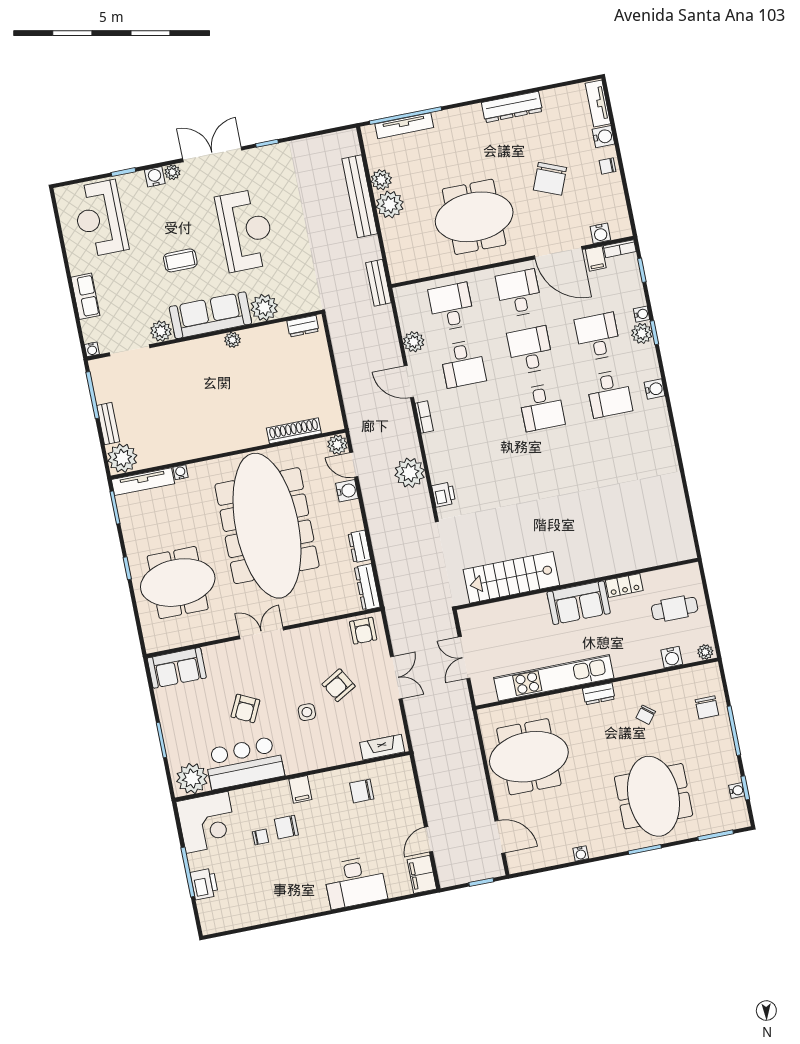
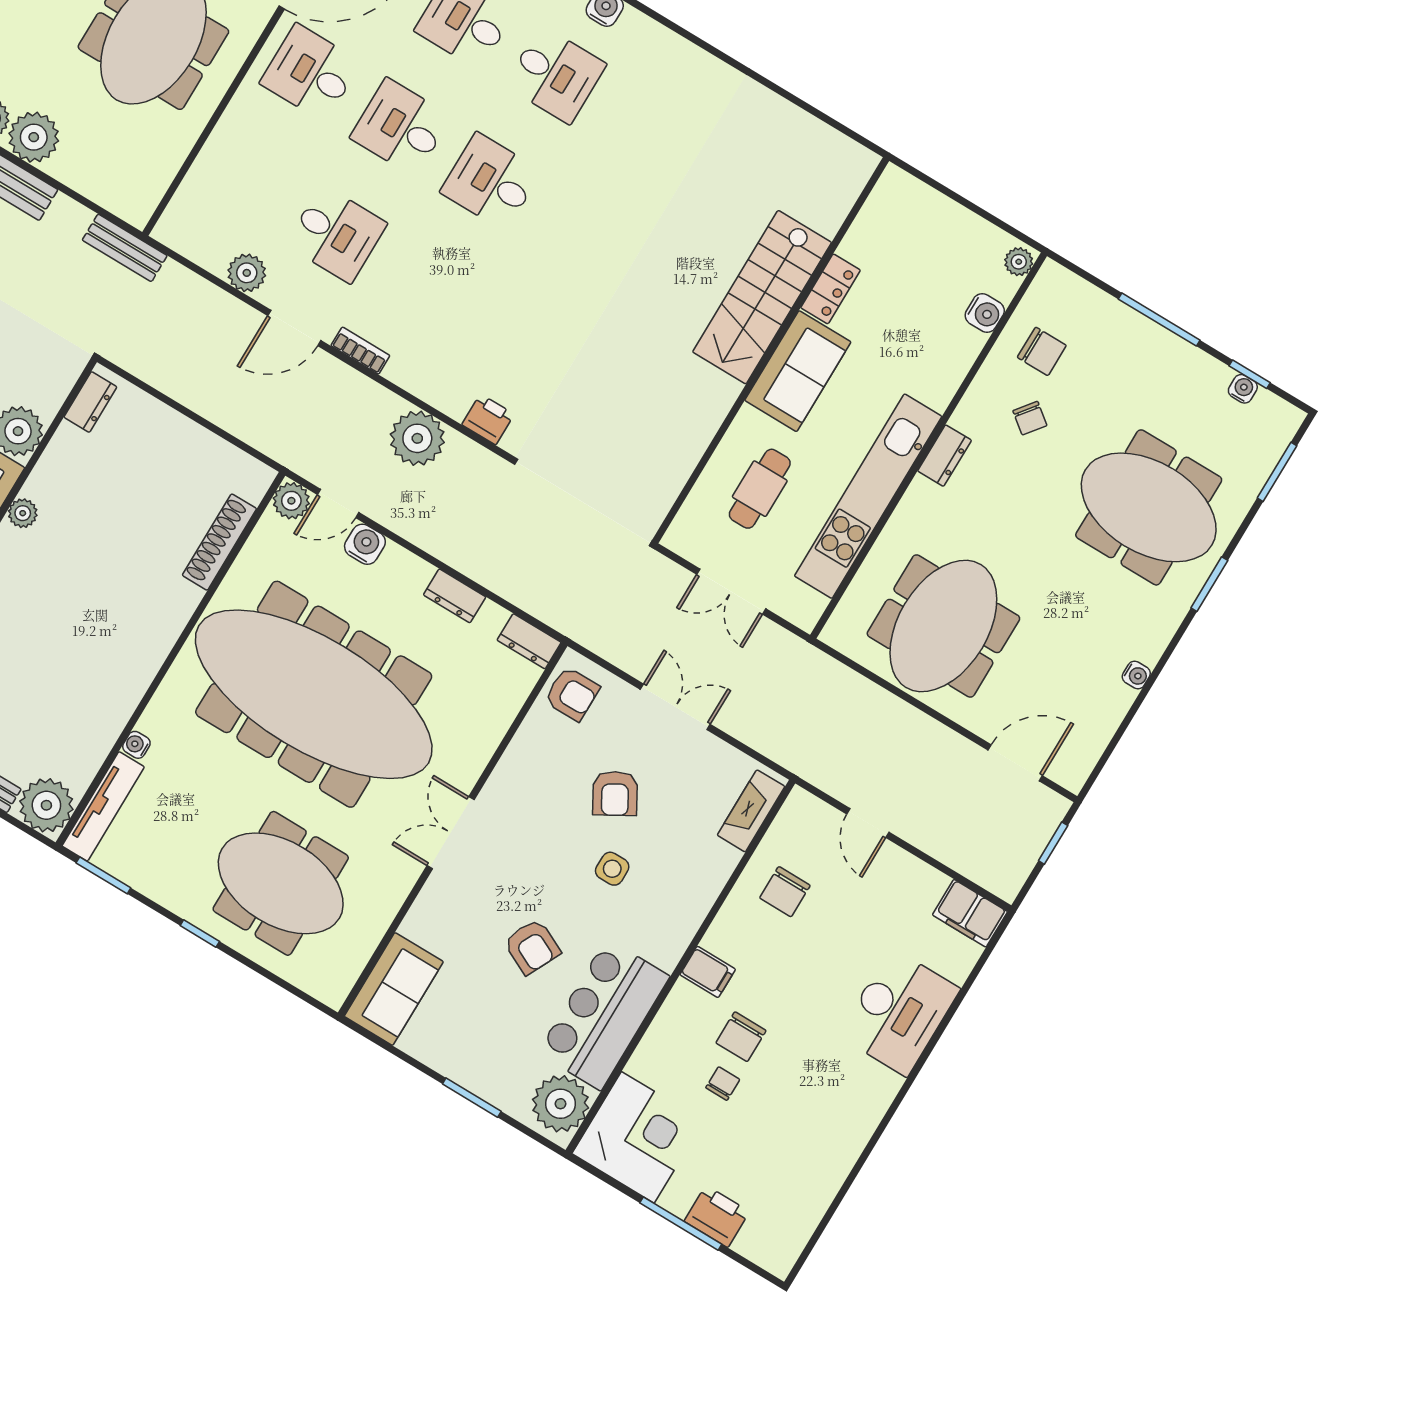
desk: (451, 307) -> (246, 180), removed
desk: (542, 407) -> (491, 182), turned 180
stairs: (511, 577) -> (762, 297), moved
meeting table: (178, 583) -> (281, 883), turned 90
dresser: (367, 587) -> (529, 641), width x0.70
cafe table: (675, 608) -> (760, 489), moved
chair: (707, 707) -> (1042, 351), moved
door: (429, 839) -> (868, 823), moved

